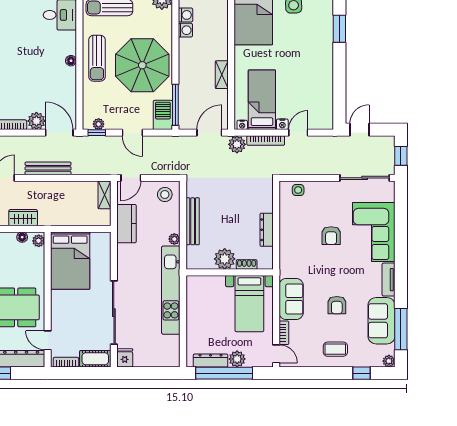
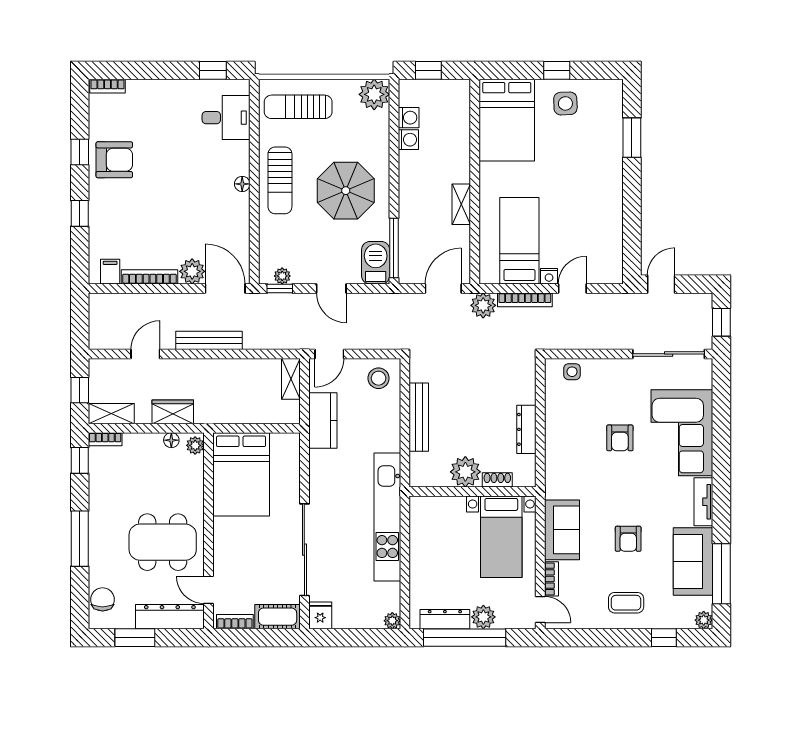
parasol: (142, 65) -> (346, 191), width x0.73, depth x0.73
nightstand: (242, 125) -> (491, 277), removed
plant: (174, 239) -> (392, 621), moved

